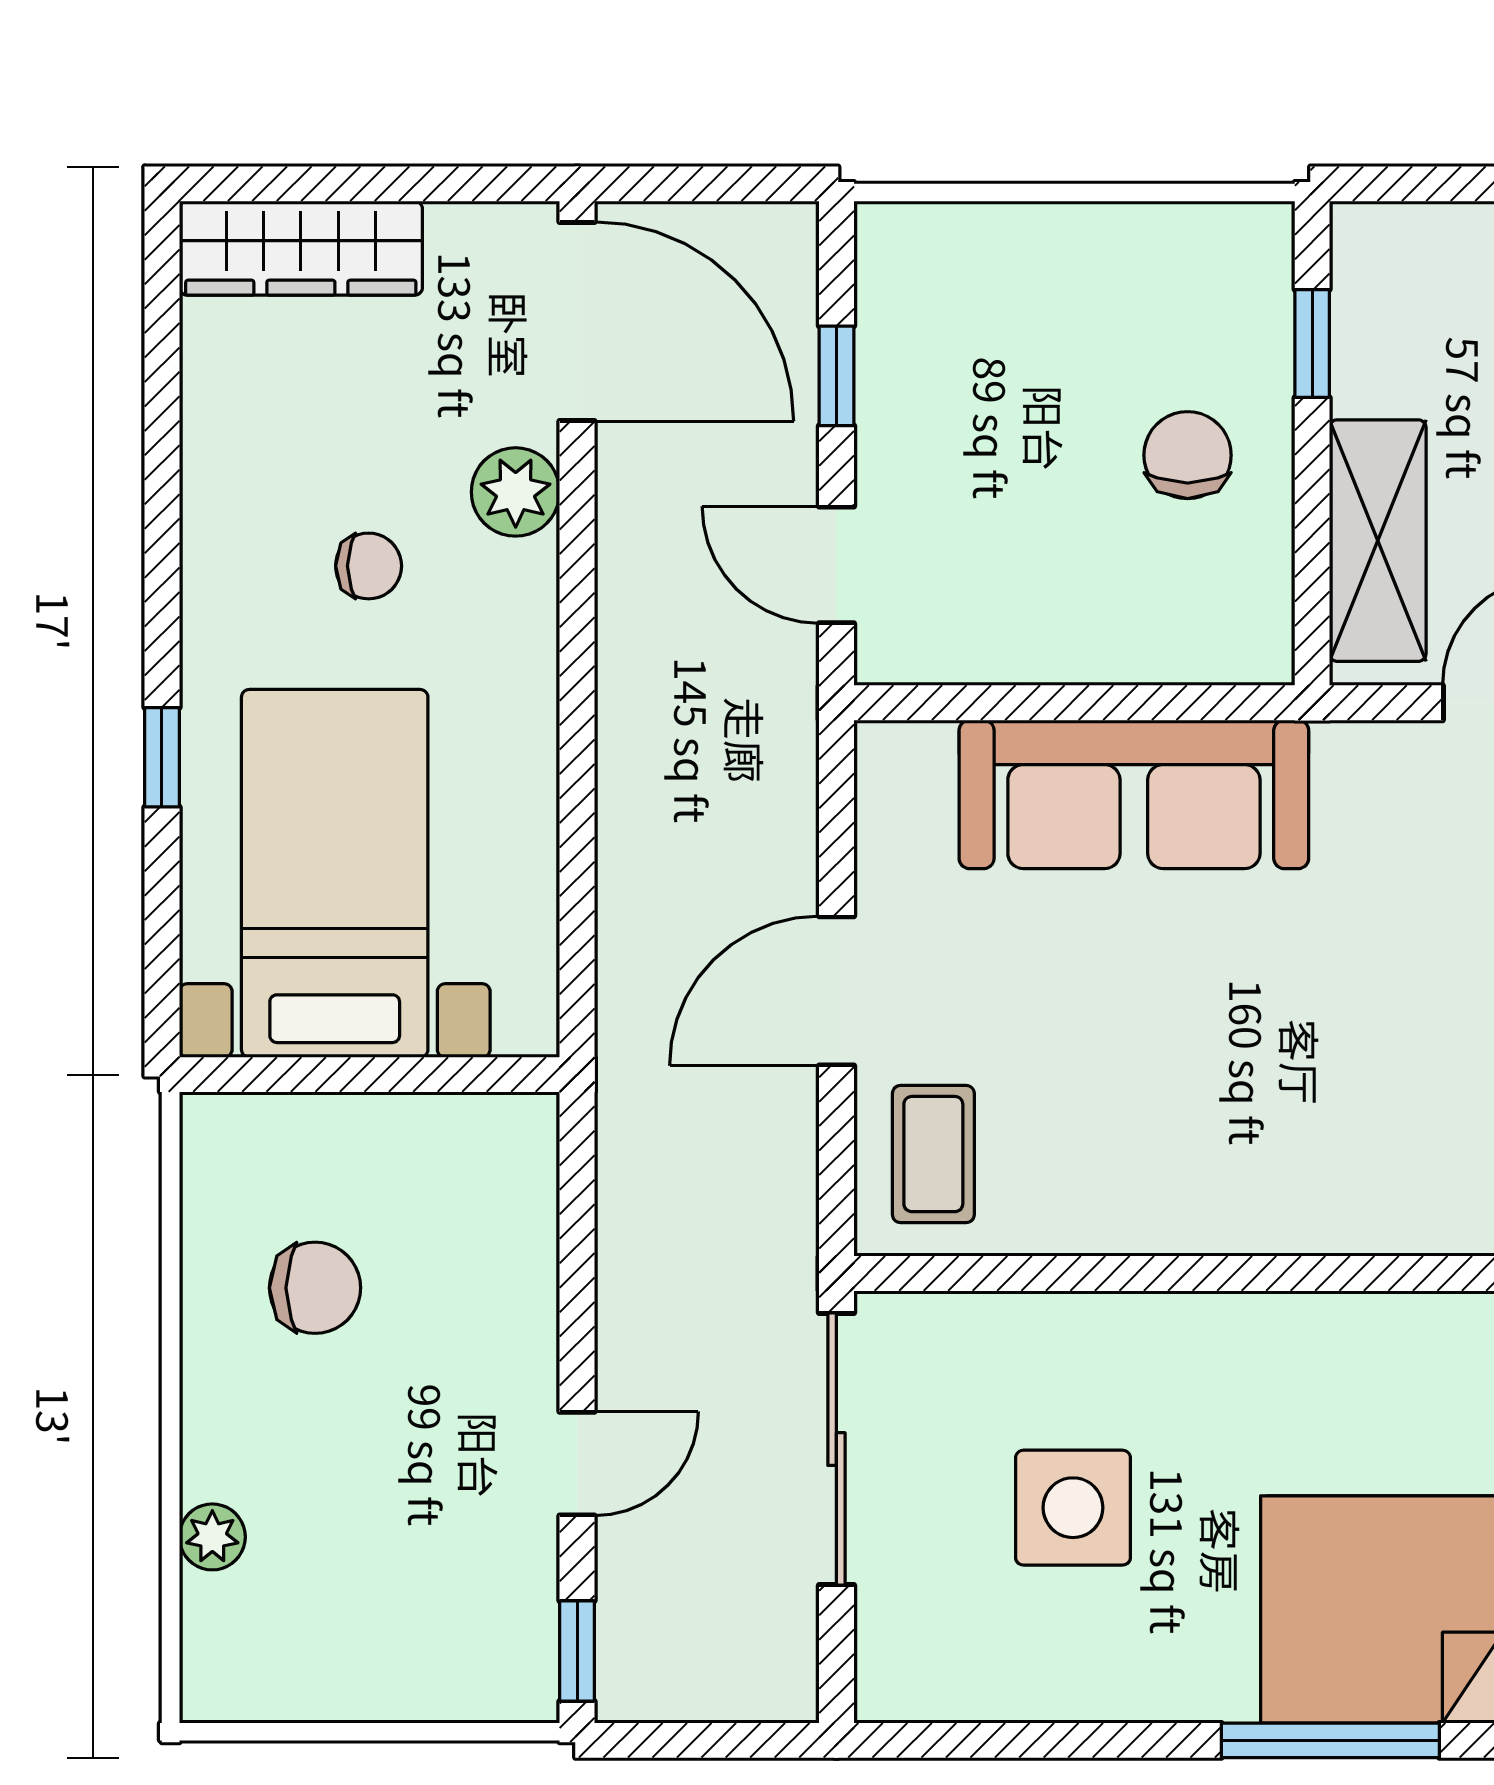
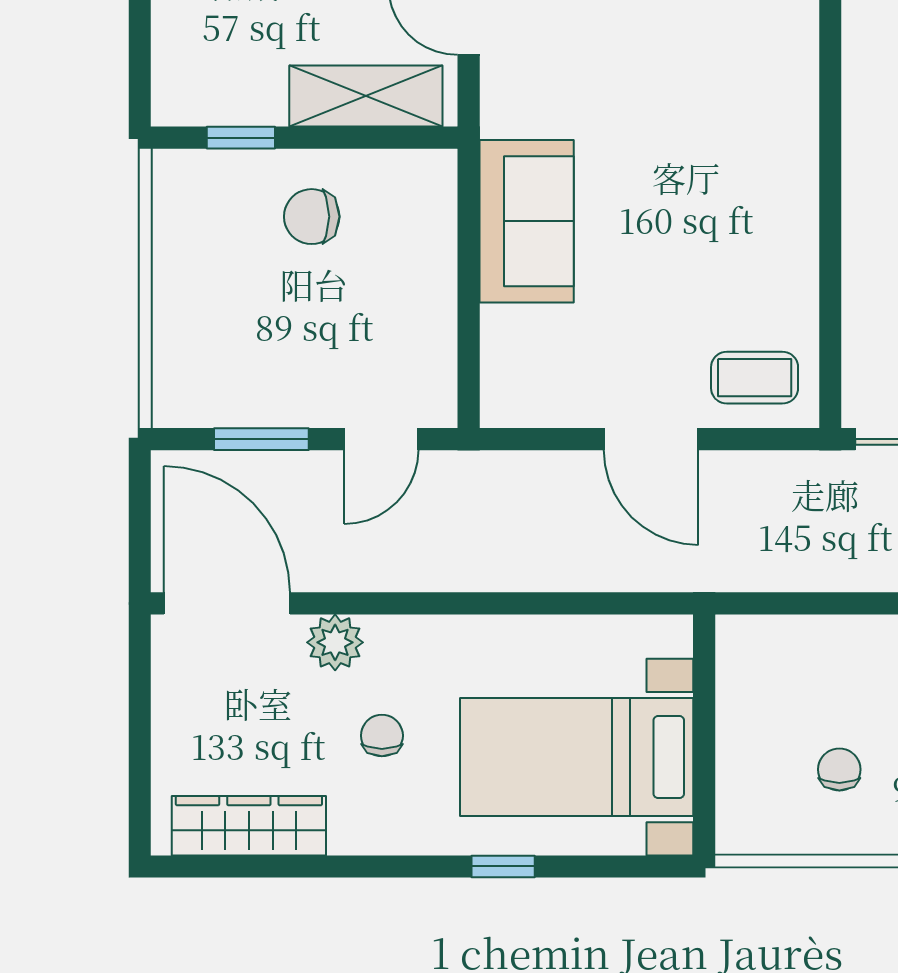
wardrobe: (301, 248) -> (249, 826), moved, turned -90
door: (577, 321) -> (227, 603), hinge flipped
window: (836, 376) -> (261, 439), width x1.50
sofa: (1134, 794) -> (527, 221), width x0.73
chair: (315, 1288) -> (839, 769), width x0.73, depth x0.73

